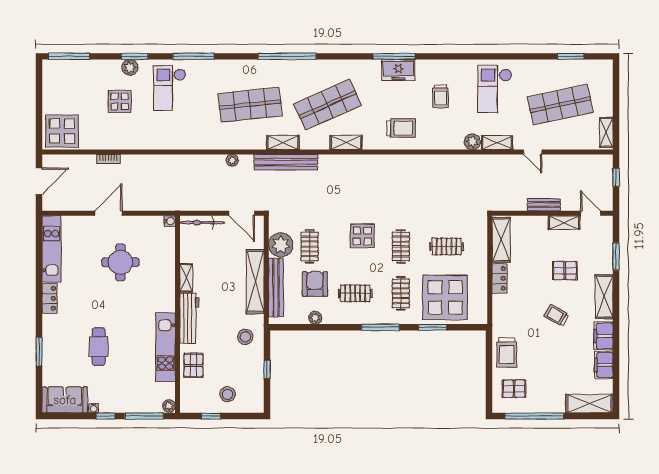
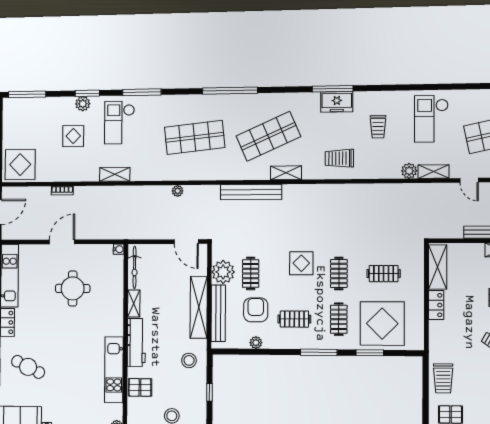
trolley: (401, 128) -> (339, 158), turned 180
shelving: (283, 142) -> (115, 174), moved
bench: (286, 162) -> (251, 192), moved
bicycle: (202, 223) -> (135, 267), moved, turned -90
cafe table: (99, 347) -> (28, 367), moved, turned -64
pallet: (194, 365) -> (140, 387), turned 90

